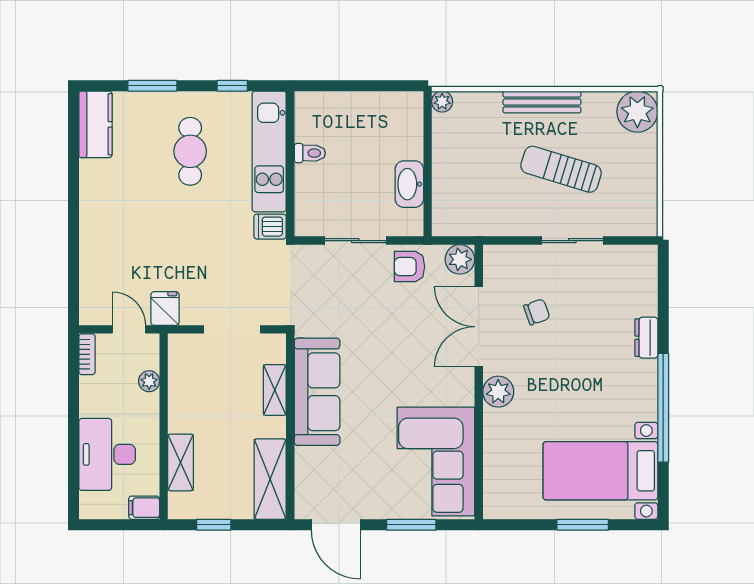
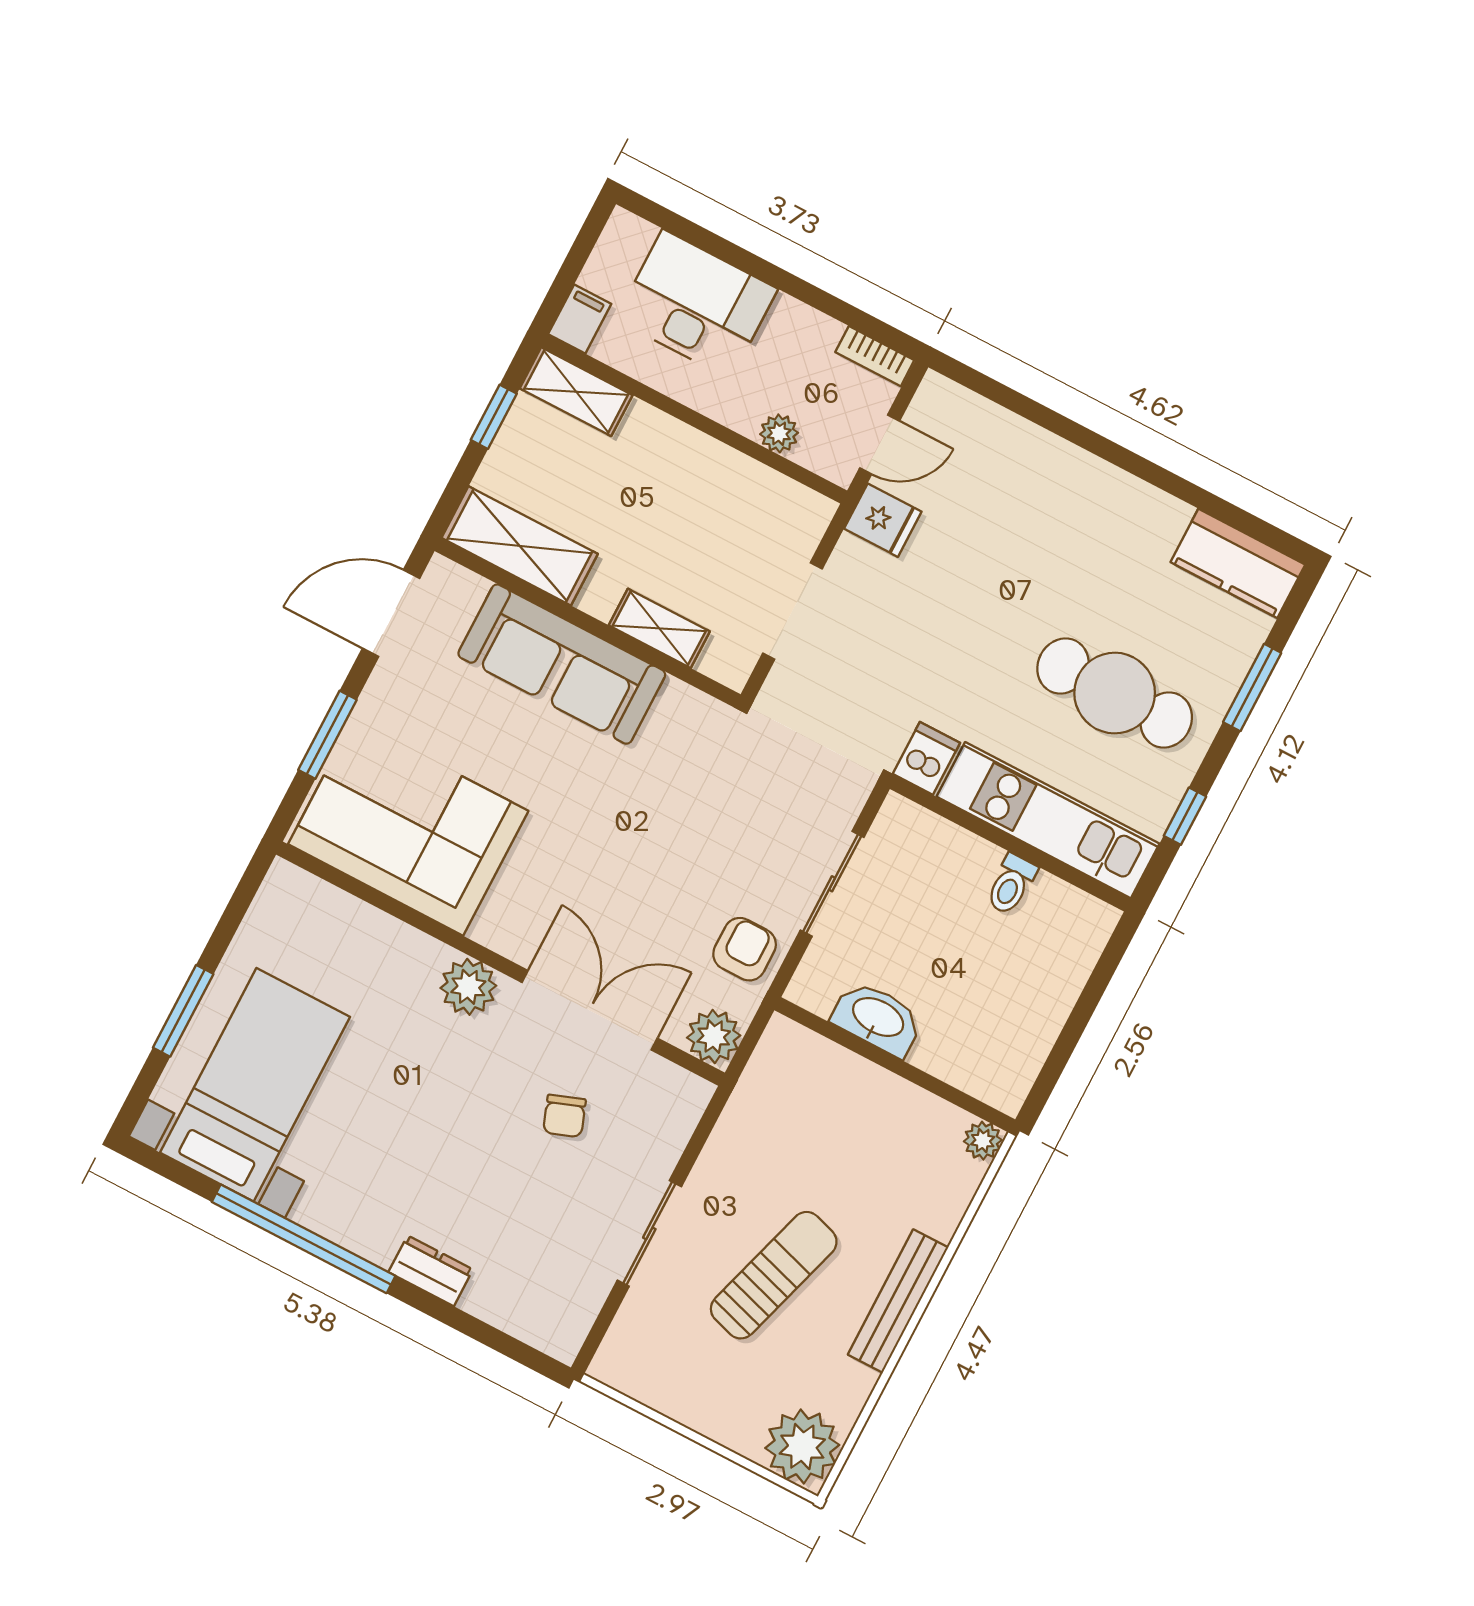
cafe table: (190, 151) -> (1115, 693), width x1.37, depth x1.35
sofa: (317, 392) -> (562, 664), moved
shelving: (180, 462) -> (576, 392), moved

